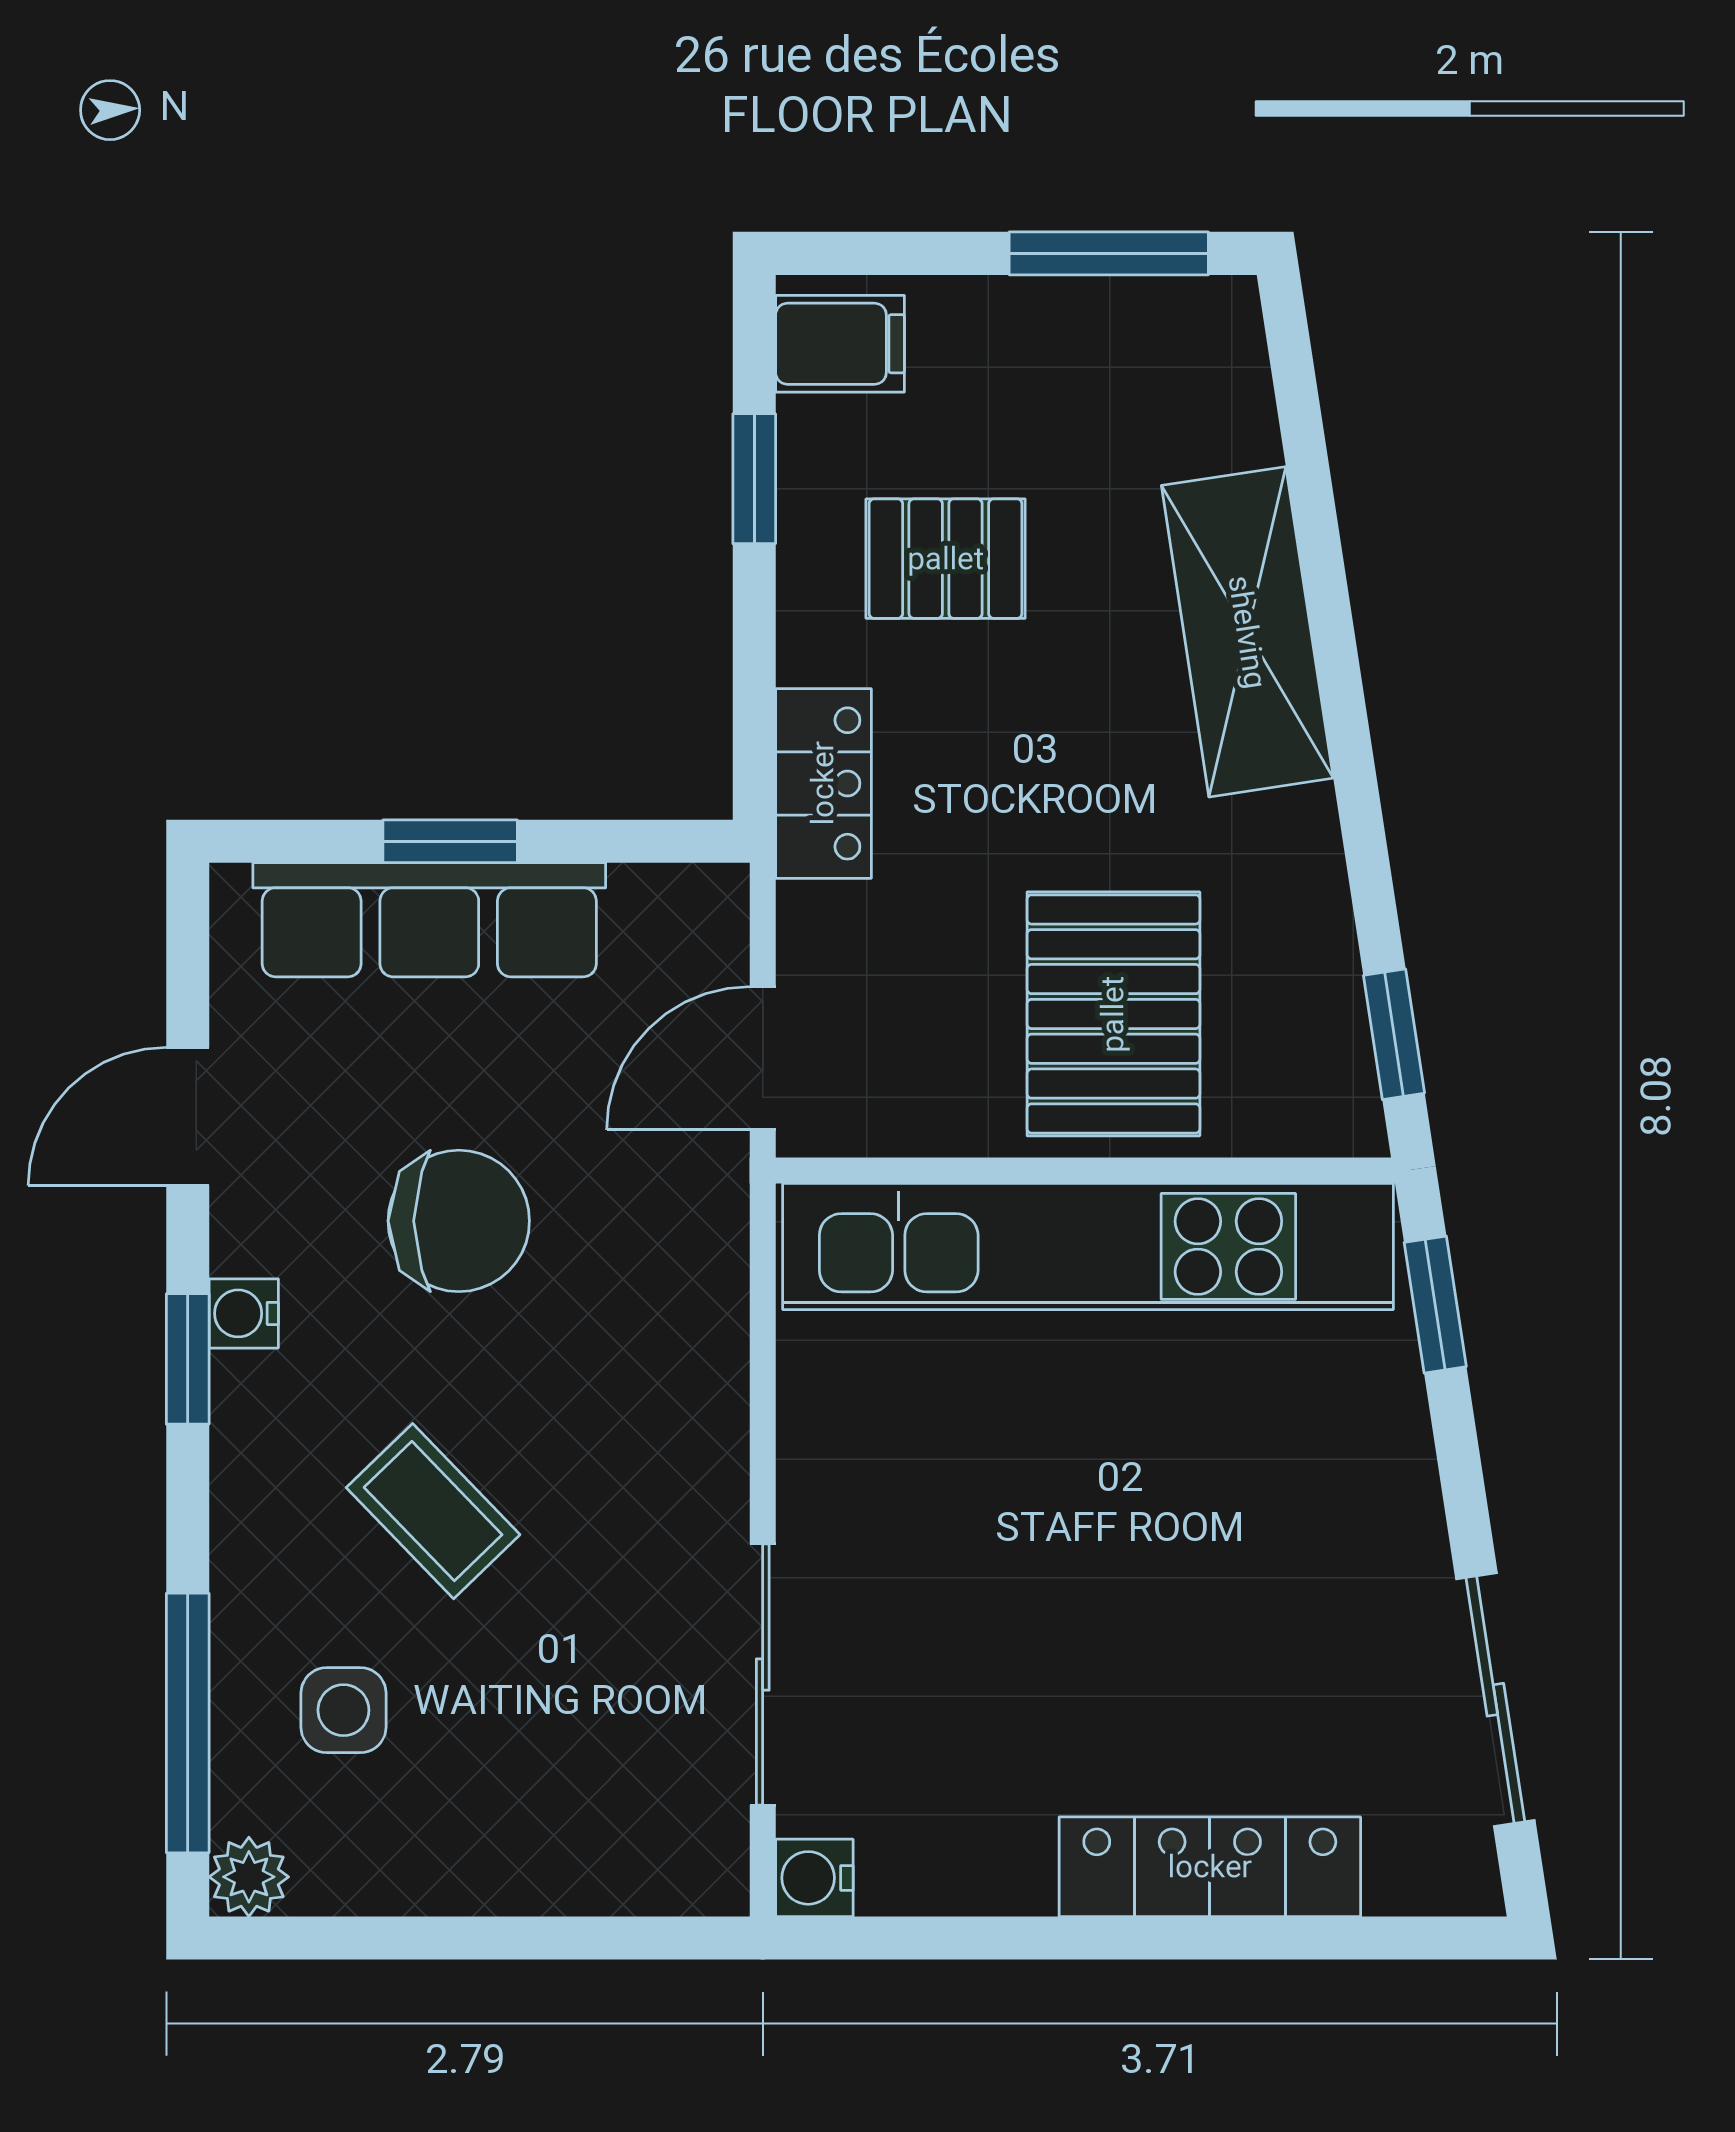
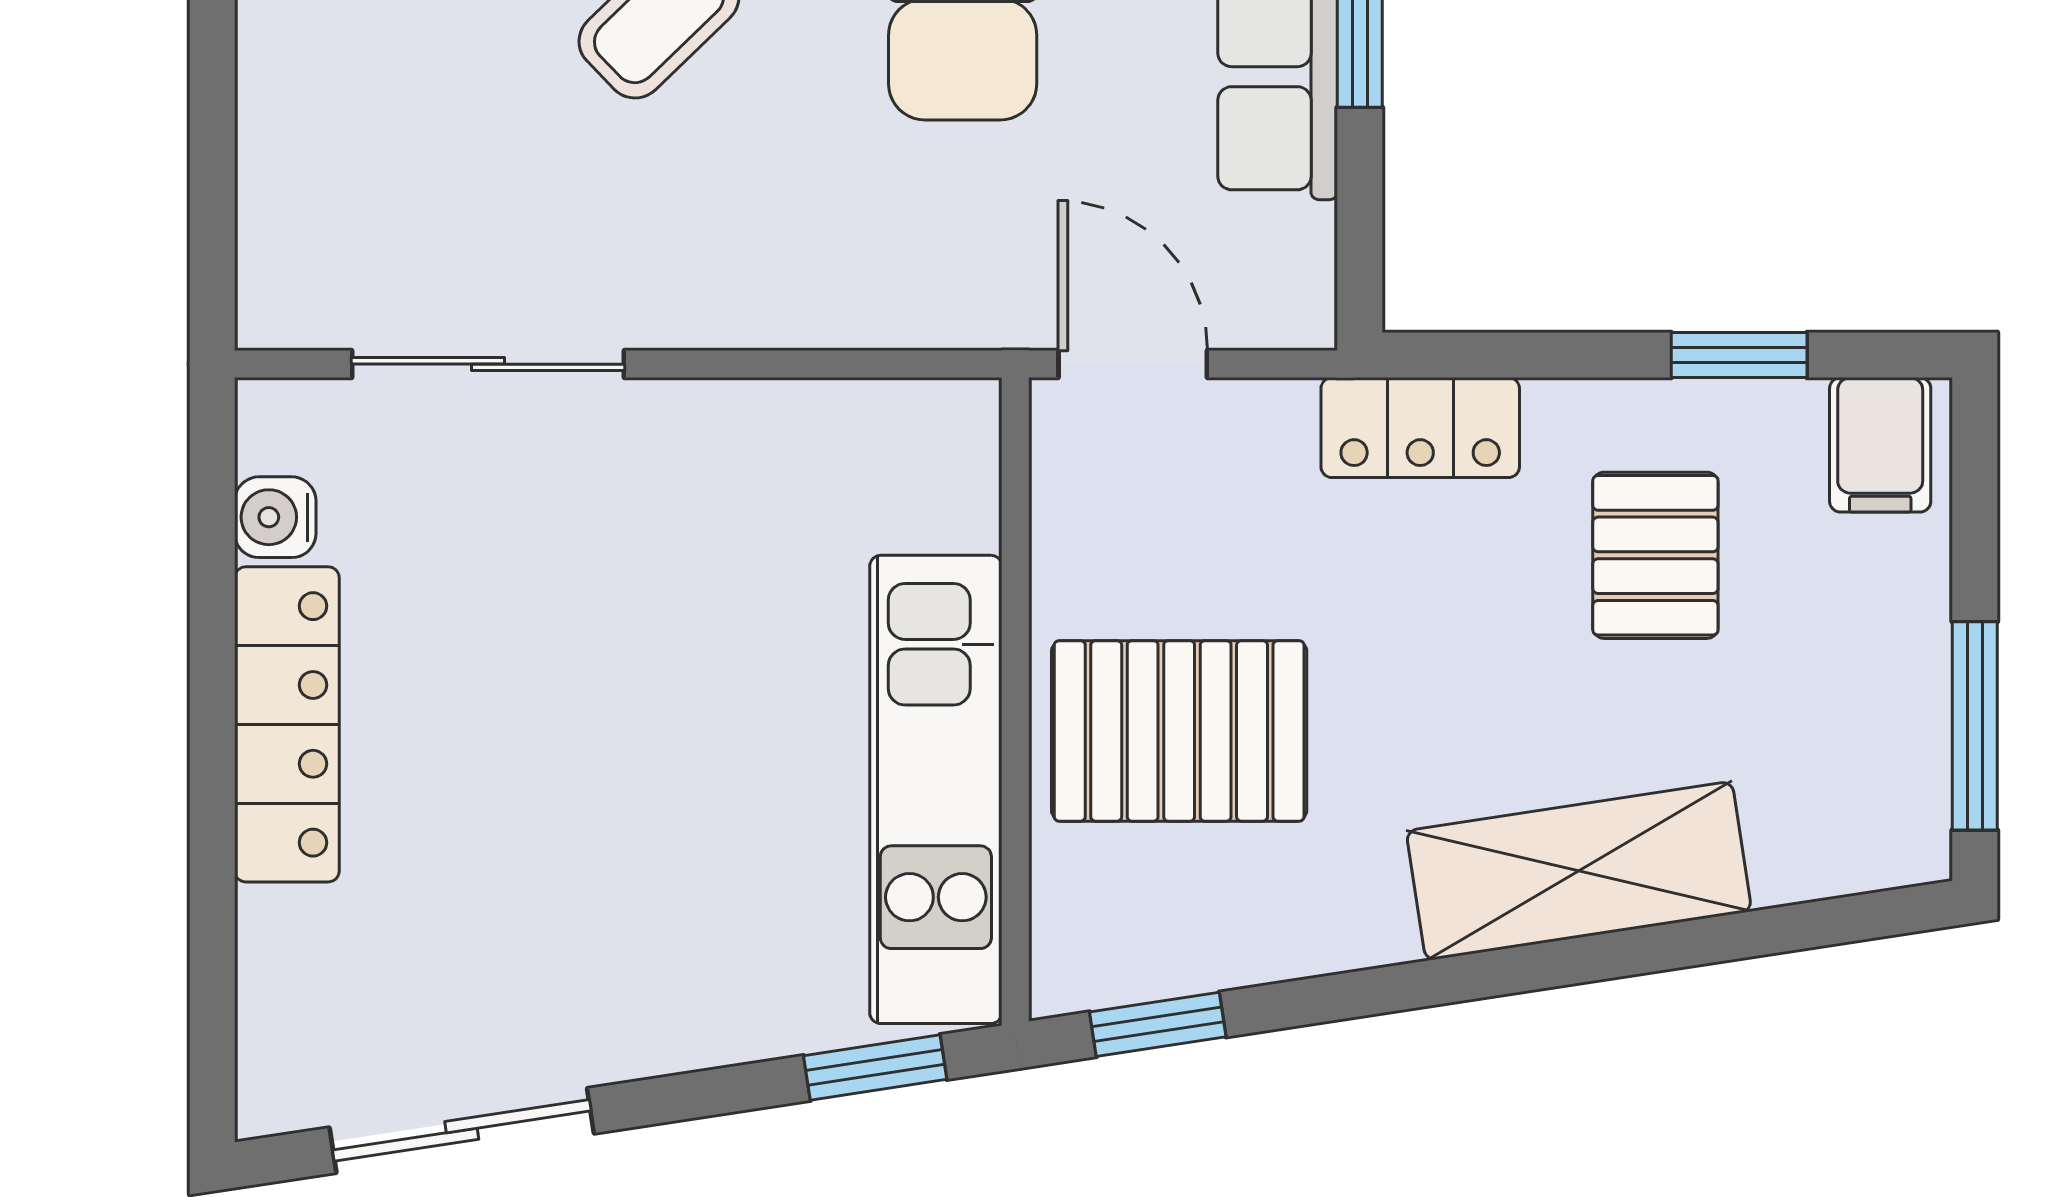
kitchen unit: (1088, 1246) -> (936, 789), width x0.73
locker: (1210, 1867) -> (287, 724), moved
water cooler: (814, 1878) -> (275, 517), moved, turned -90

